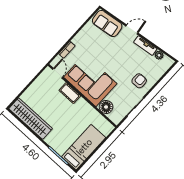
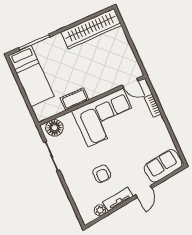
armchair: (139, 81) -> (102, 174), moved
cot: (70, 93) -> (75, 99), moved
floor lamp: (106, 107) -> (54, 128), moved

